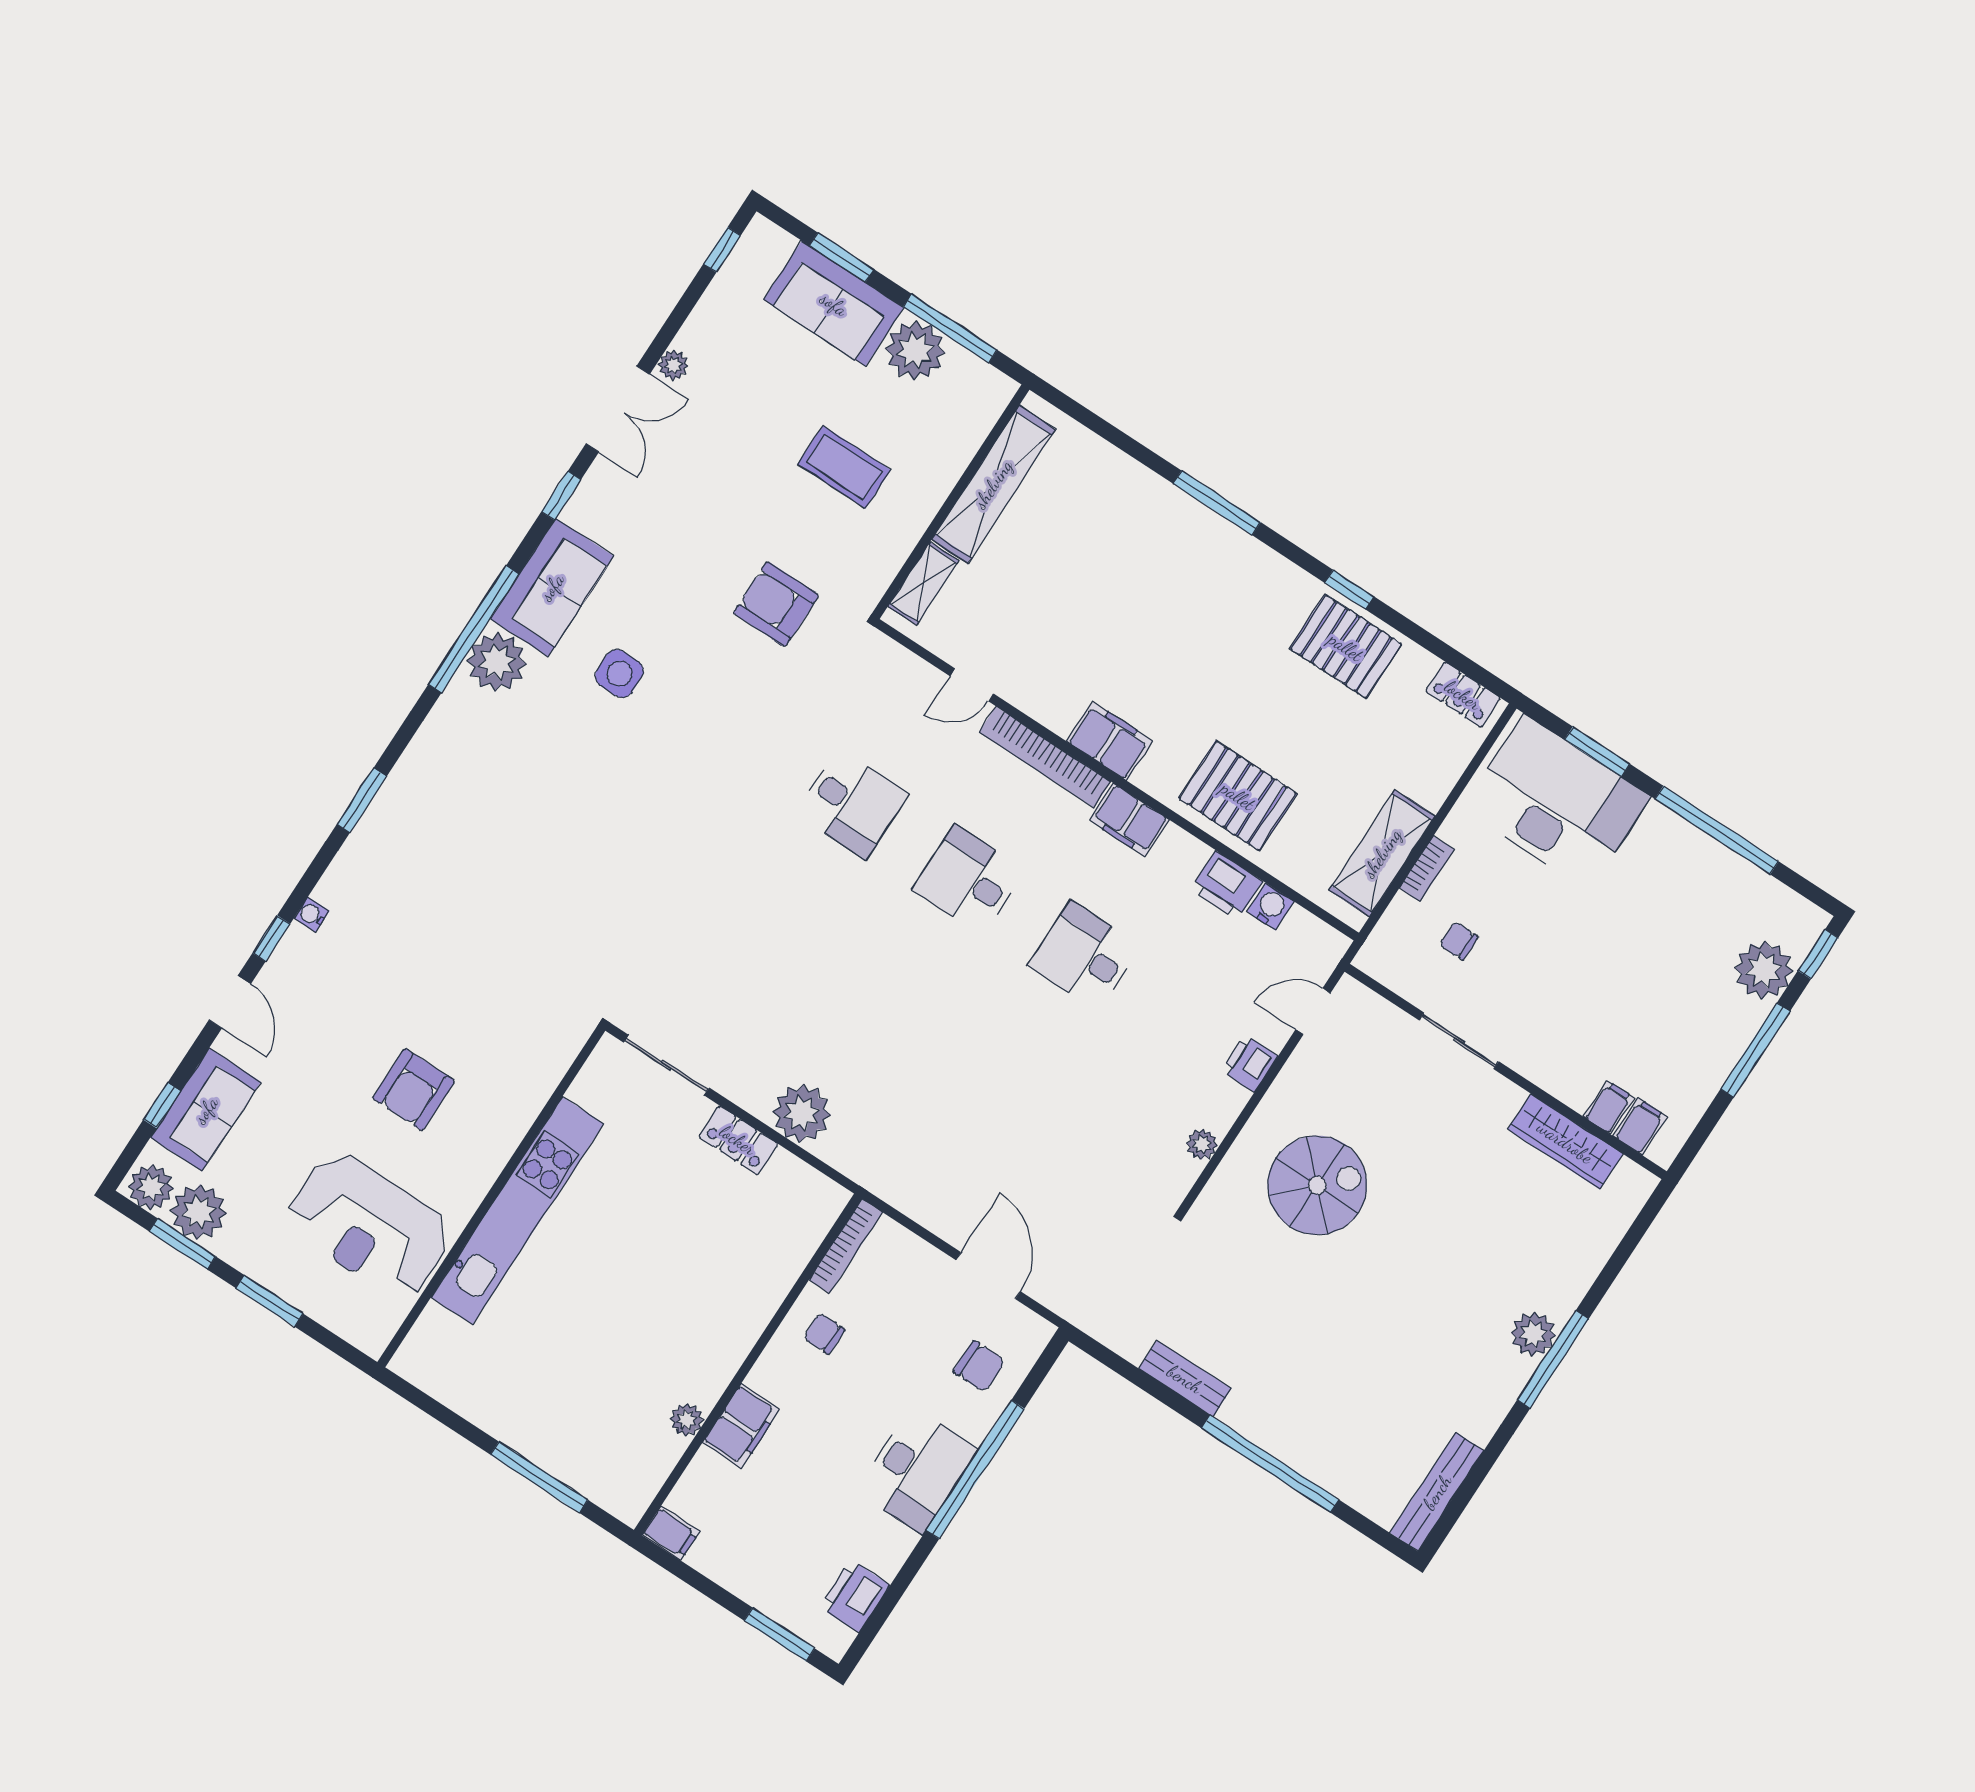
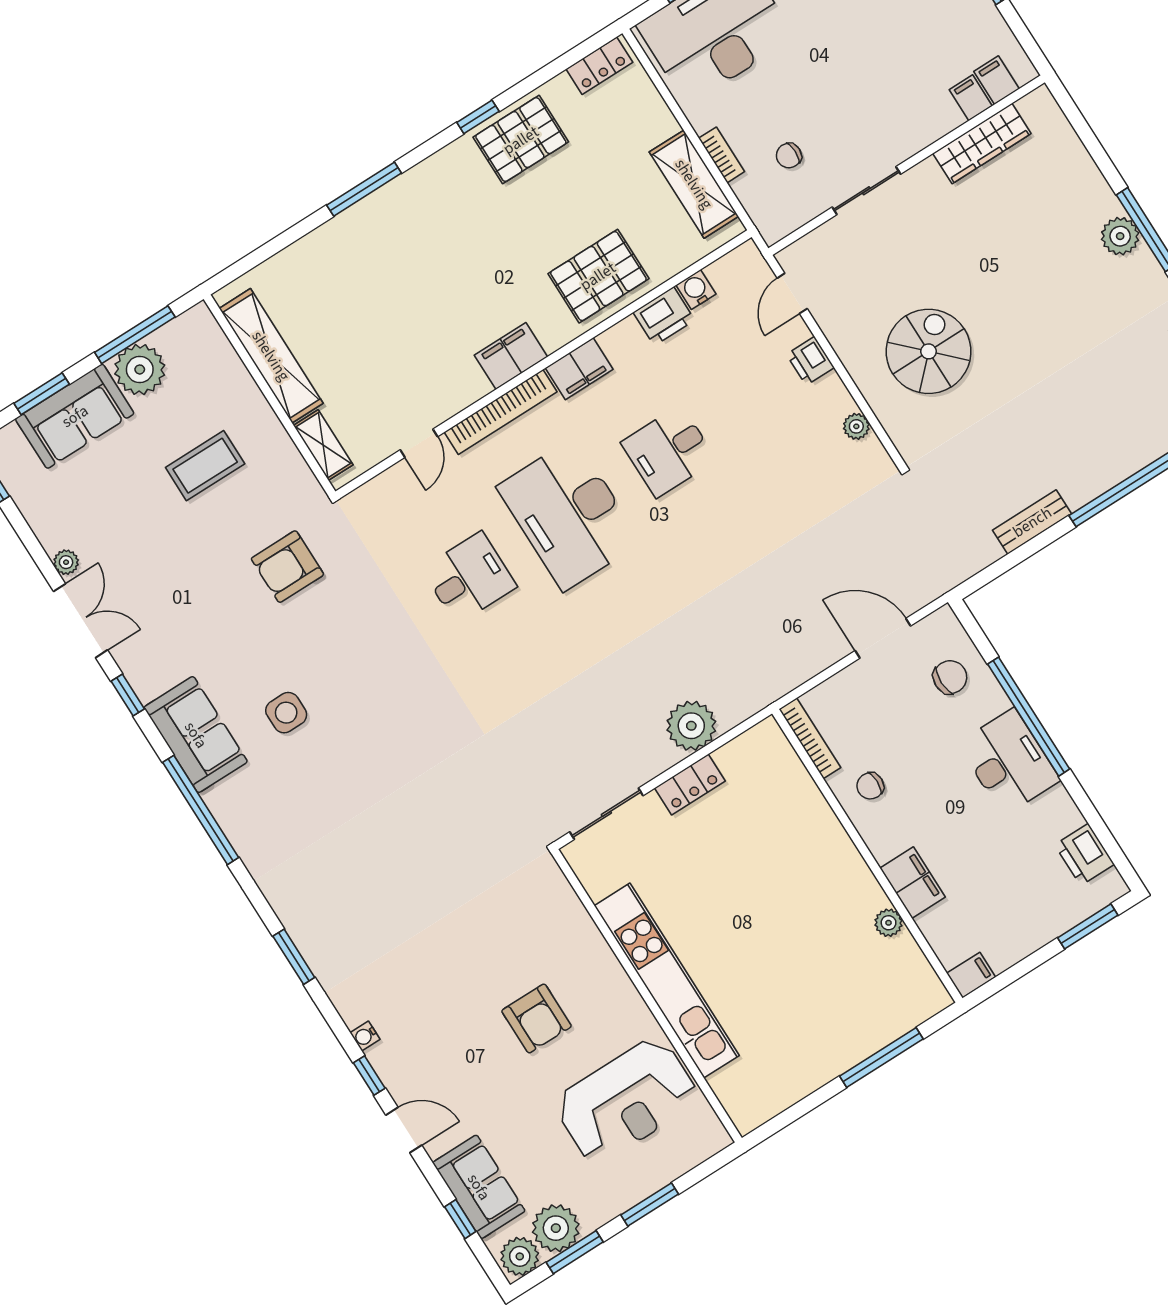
plant: (497, 662) -> (234, 804), removed
desk: (968, 880) -> (569, 515), width x1.87, depth x1.30

